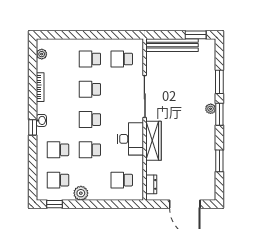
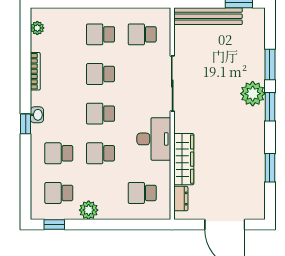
plant: (211, 109) -> (253, 94), width x1.88, depth x1.88
wardrobe: (154, 141) -> (184, 159), moved

